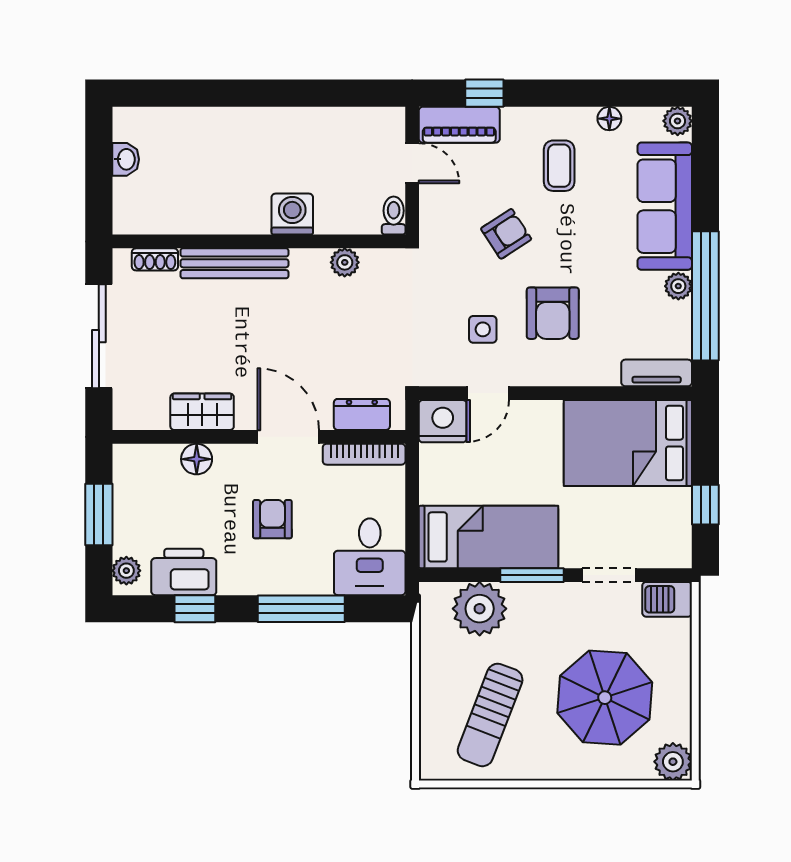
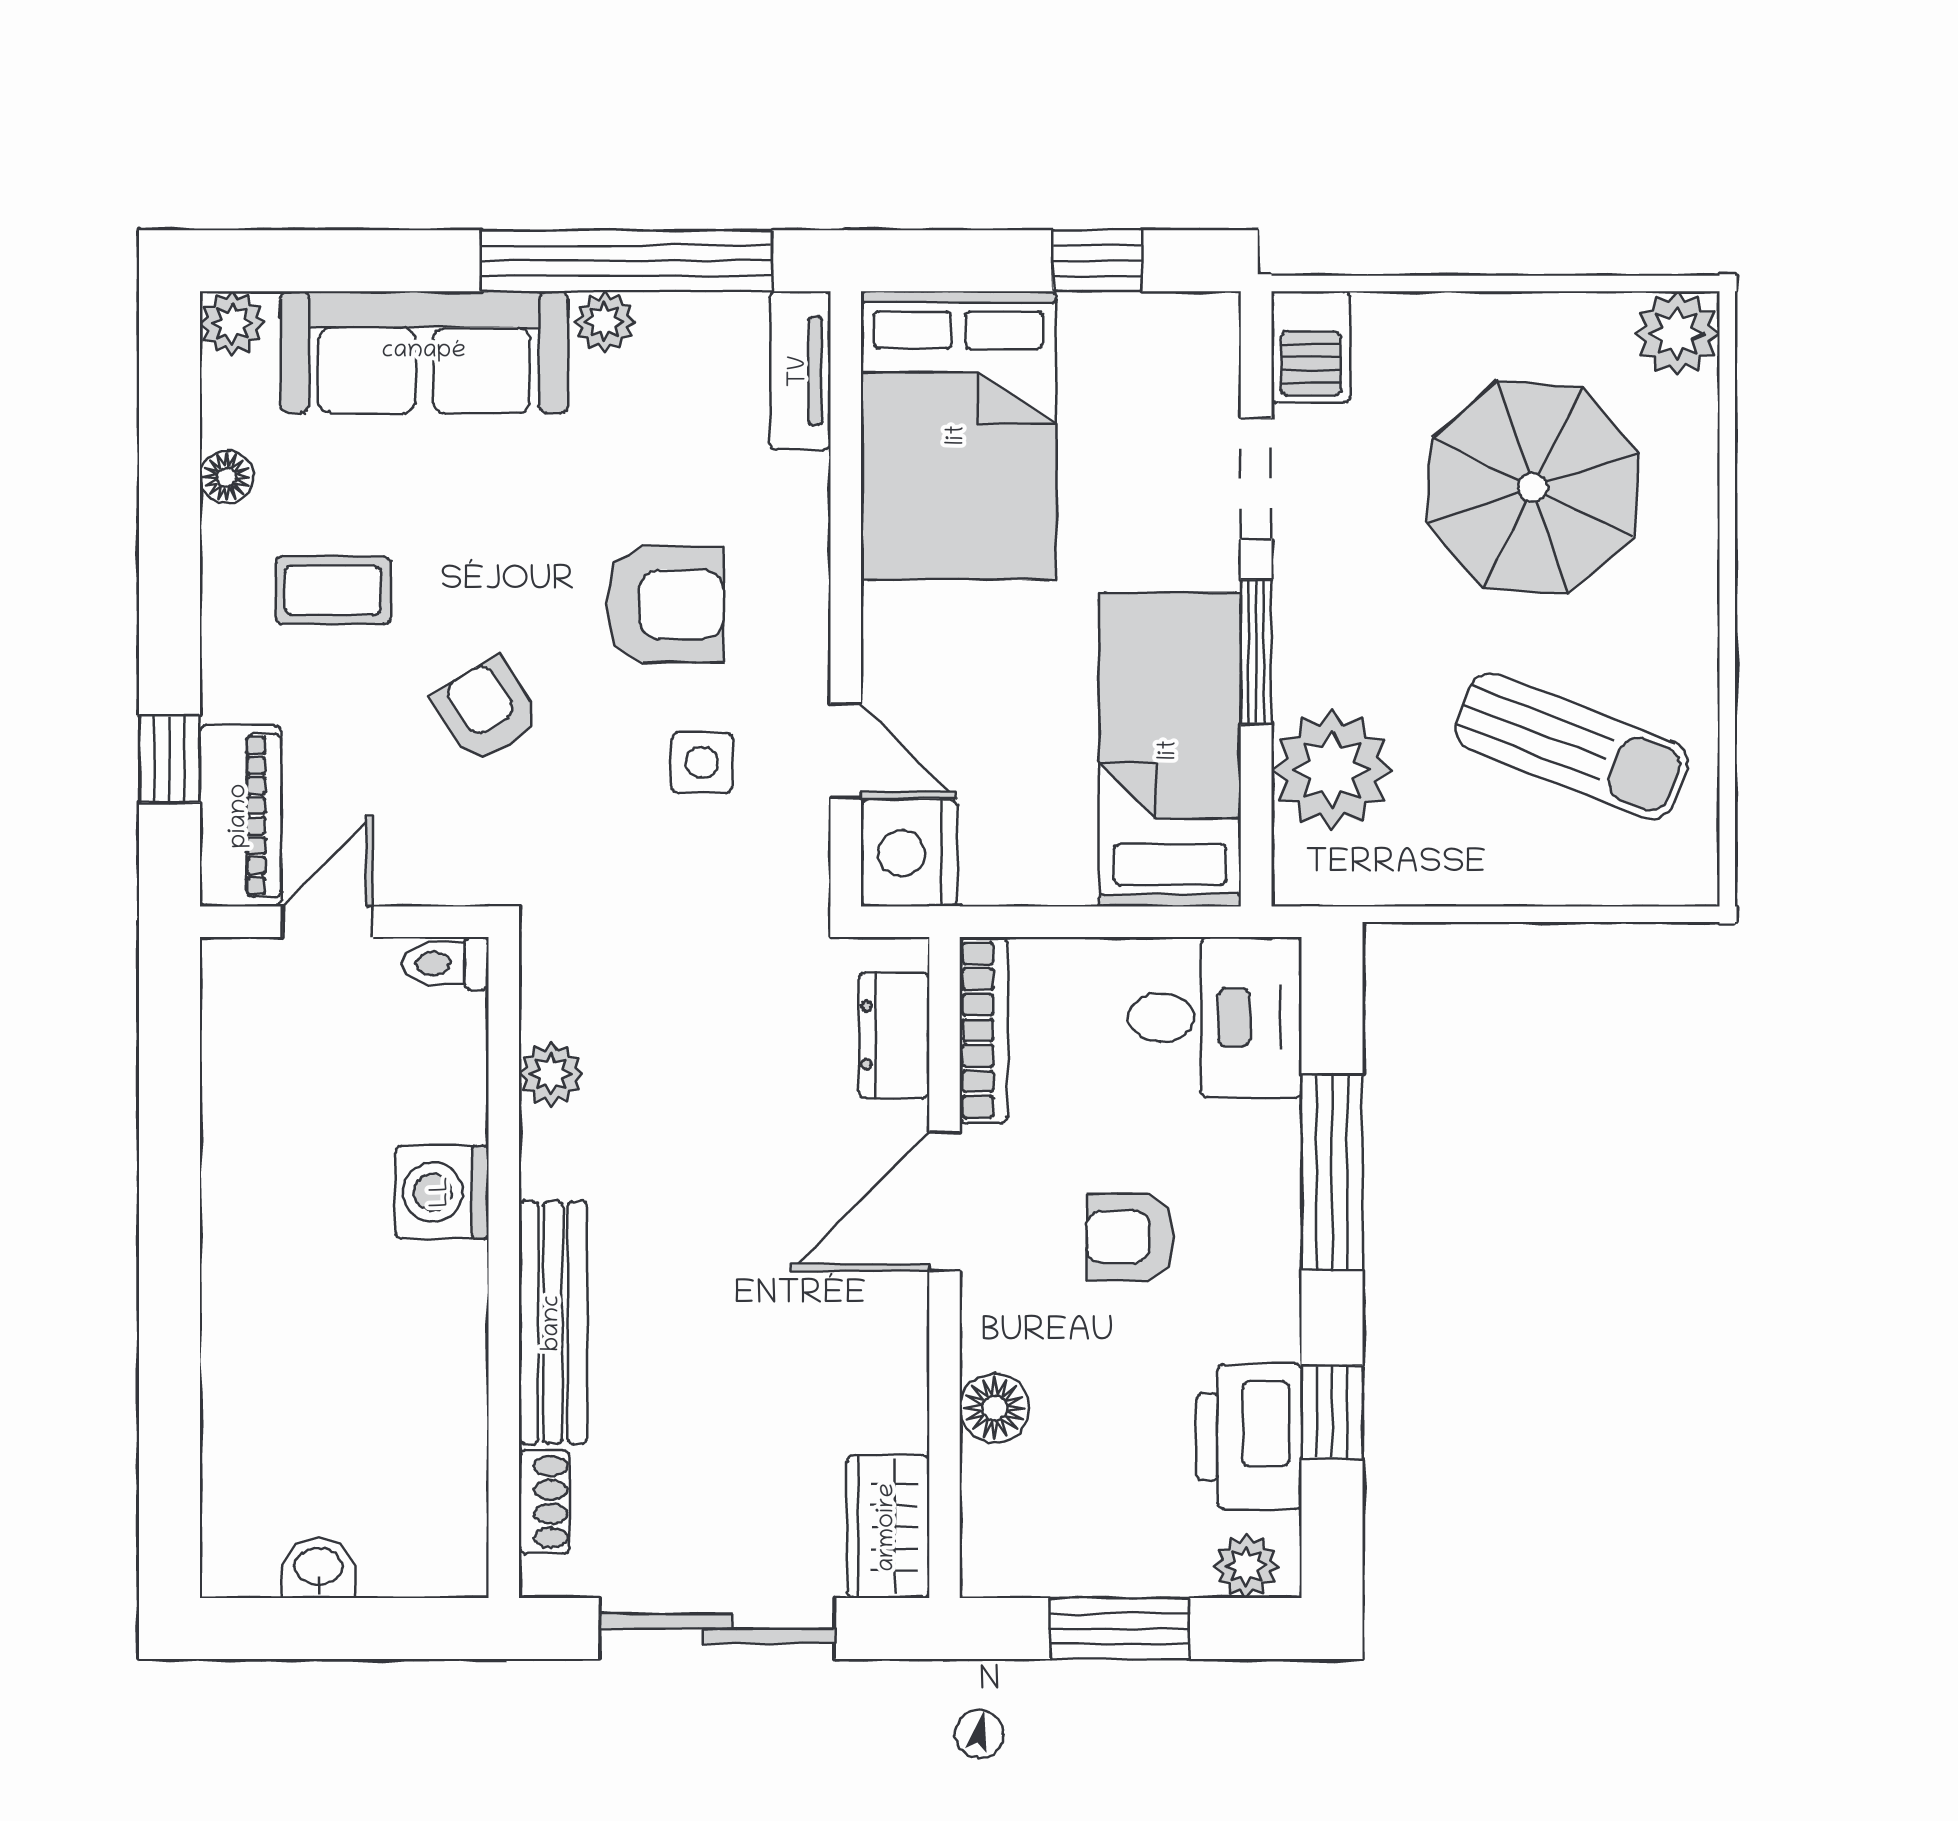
wardrobe: (202, 412) -> (888, 1527), moved

